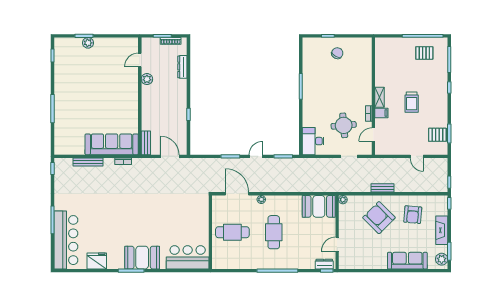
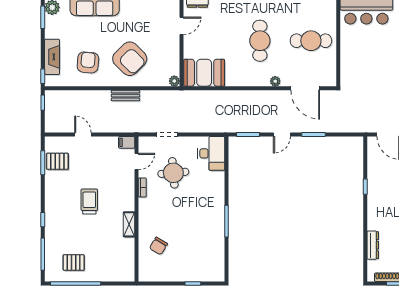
chair: (337, 53) -> (158, 246), moved
shelving: (380, 97) -> (129, 224), moved
filing cabinet: (381, 113) -> (127, 142), moved
fireplace: (442, 230) -> (52, 57), moved

